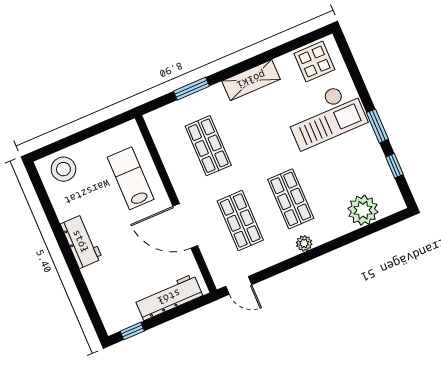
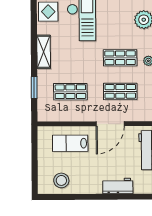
stool: (63, 169) -> (61, 180), moved
workbench: (81, 241) -> (118, 186), moved

